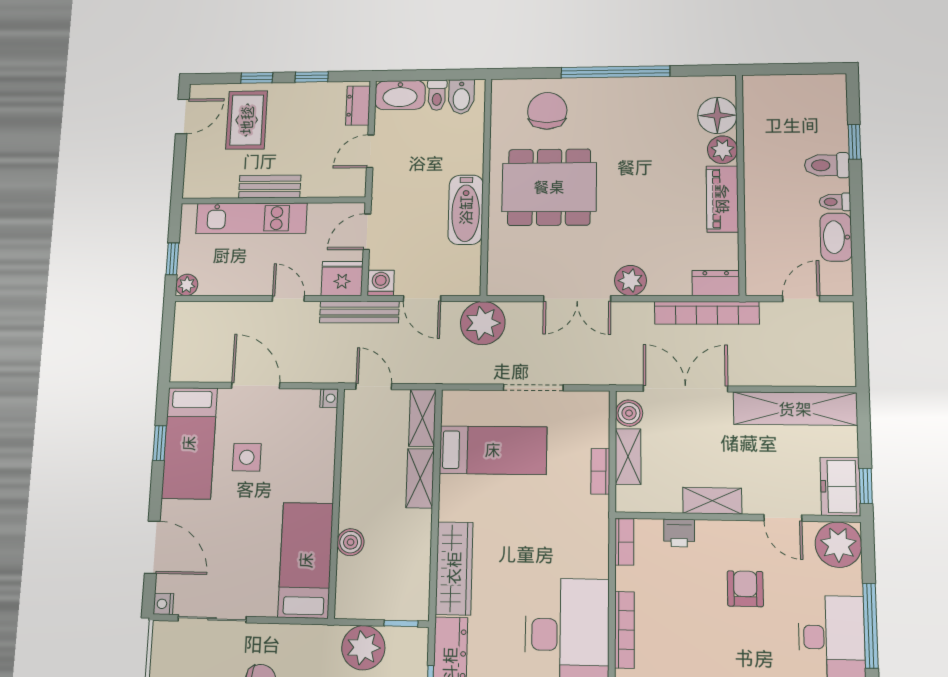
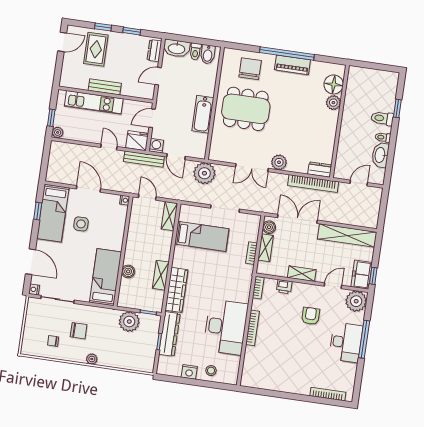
piano: (722, 199) -> (292, 65), moved, turned -90
shelving: (420, 478) -> (161, 275), moved
door: (783, 518) -> (333, 286), swing flipped

